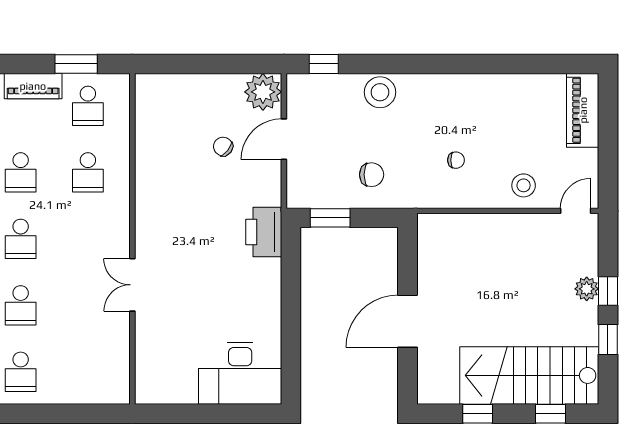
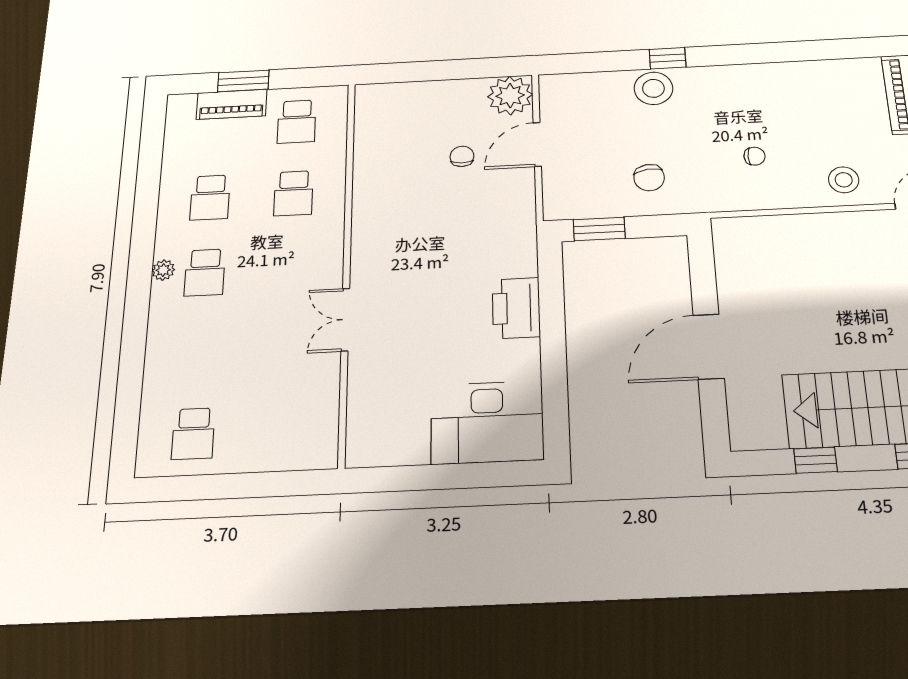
window: (76, 64) -> (243, 81), moved
window: (324, 64) -> (668, 58), moved
chair: (223, 147) -> (462, 156), turned 52
chair: (372, 175) -> (649, 178), turned 82
printer: (264, 232) -> (516, 308), moved
school desk: (21, 305) -> (199, 351), removed

